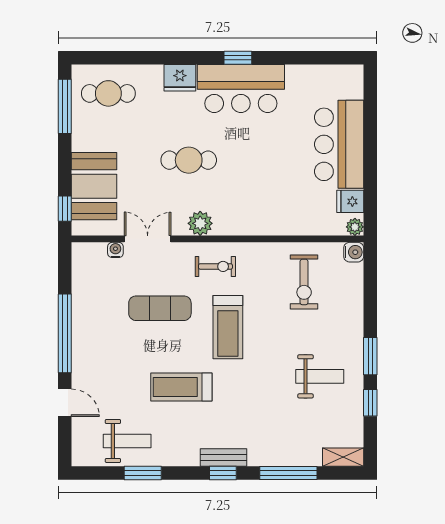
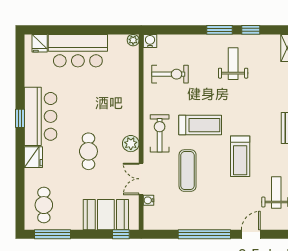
fridge: (350, 201) -> (40, 43), moved
exercise bike: (215, 266) -> (160, 133), width x1.38, depth x1.39

